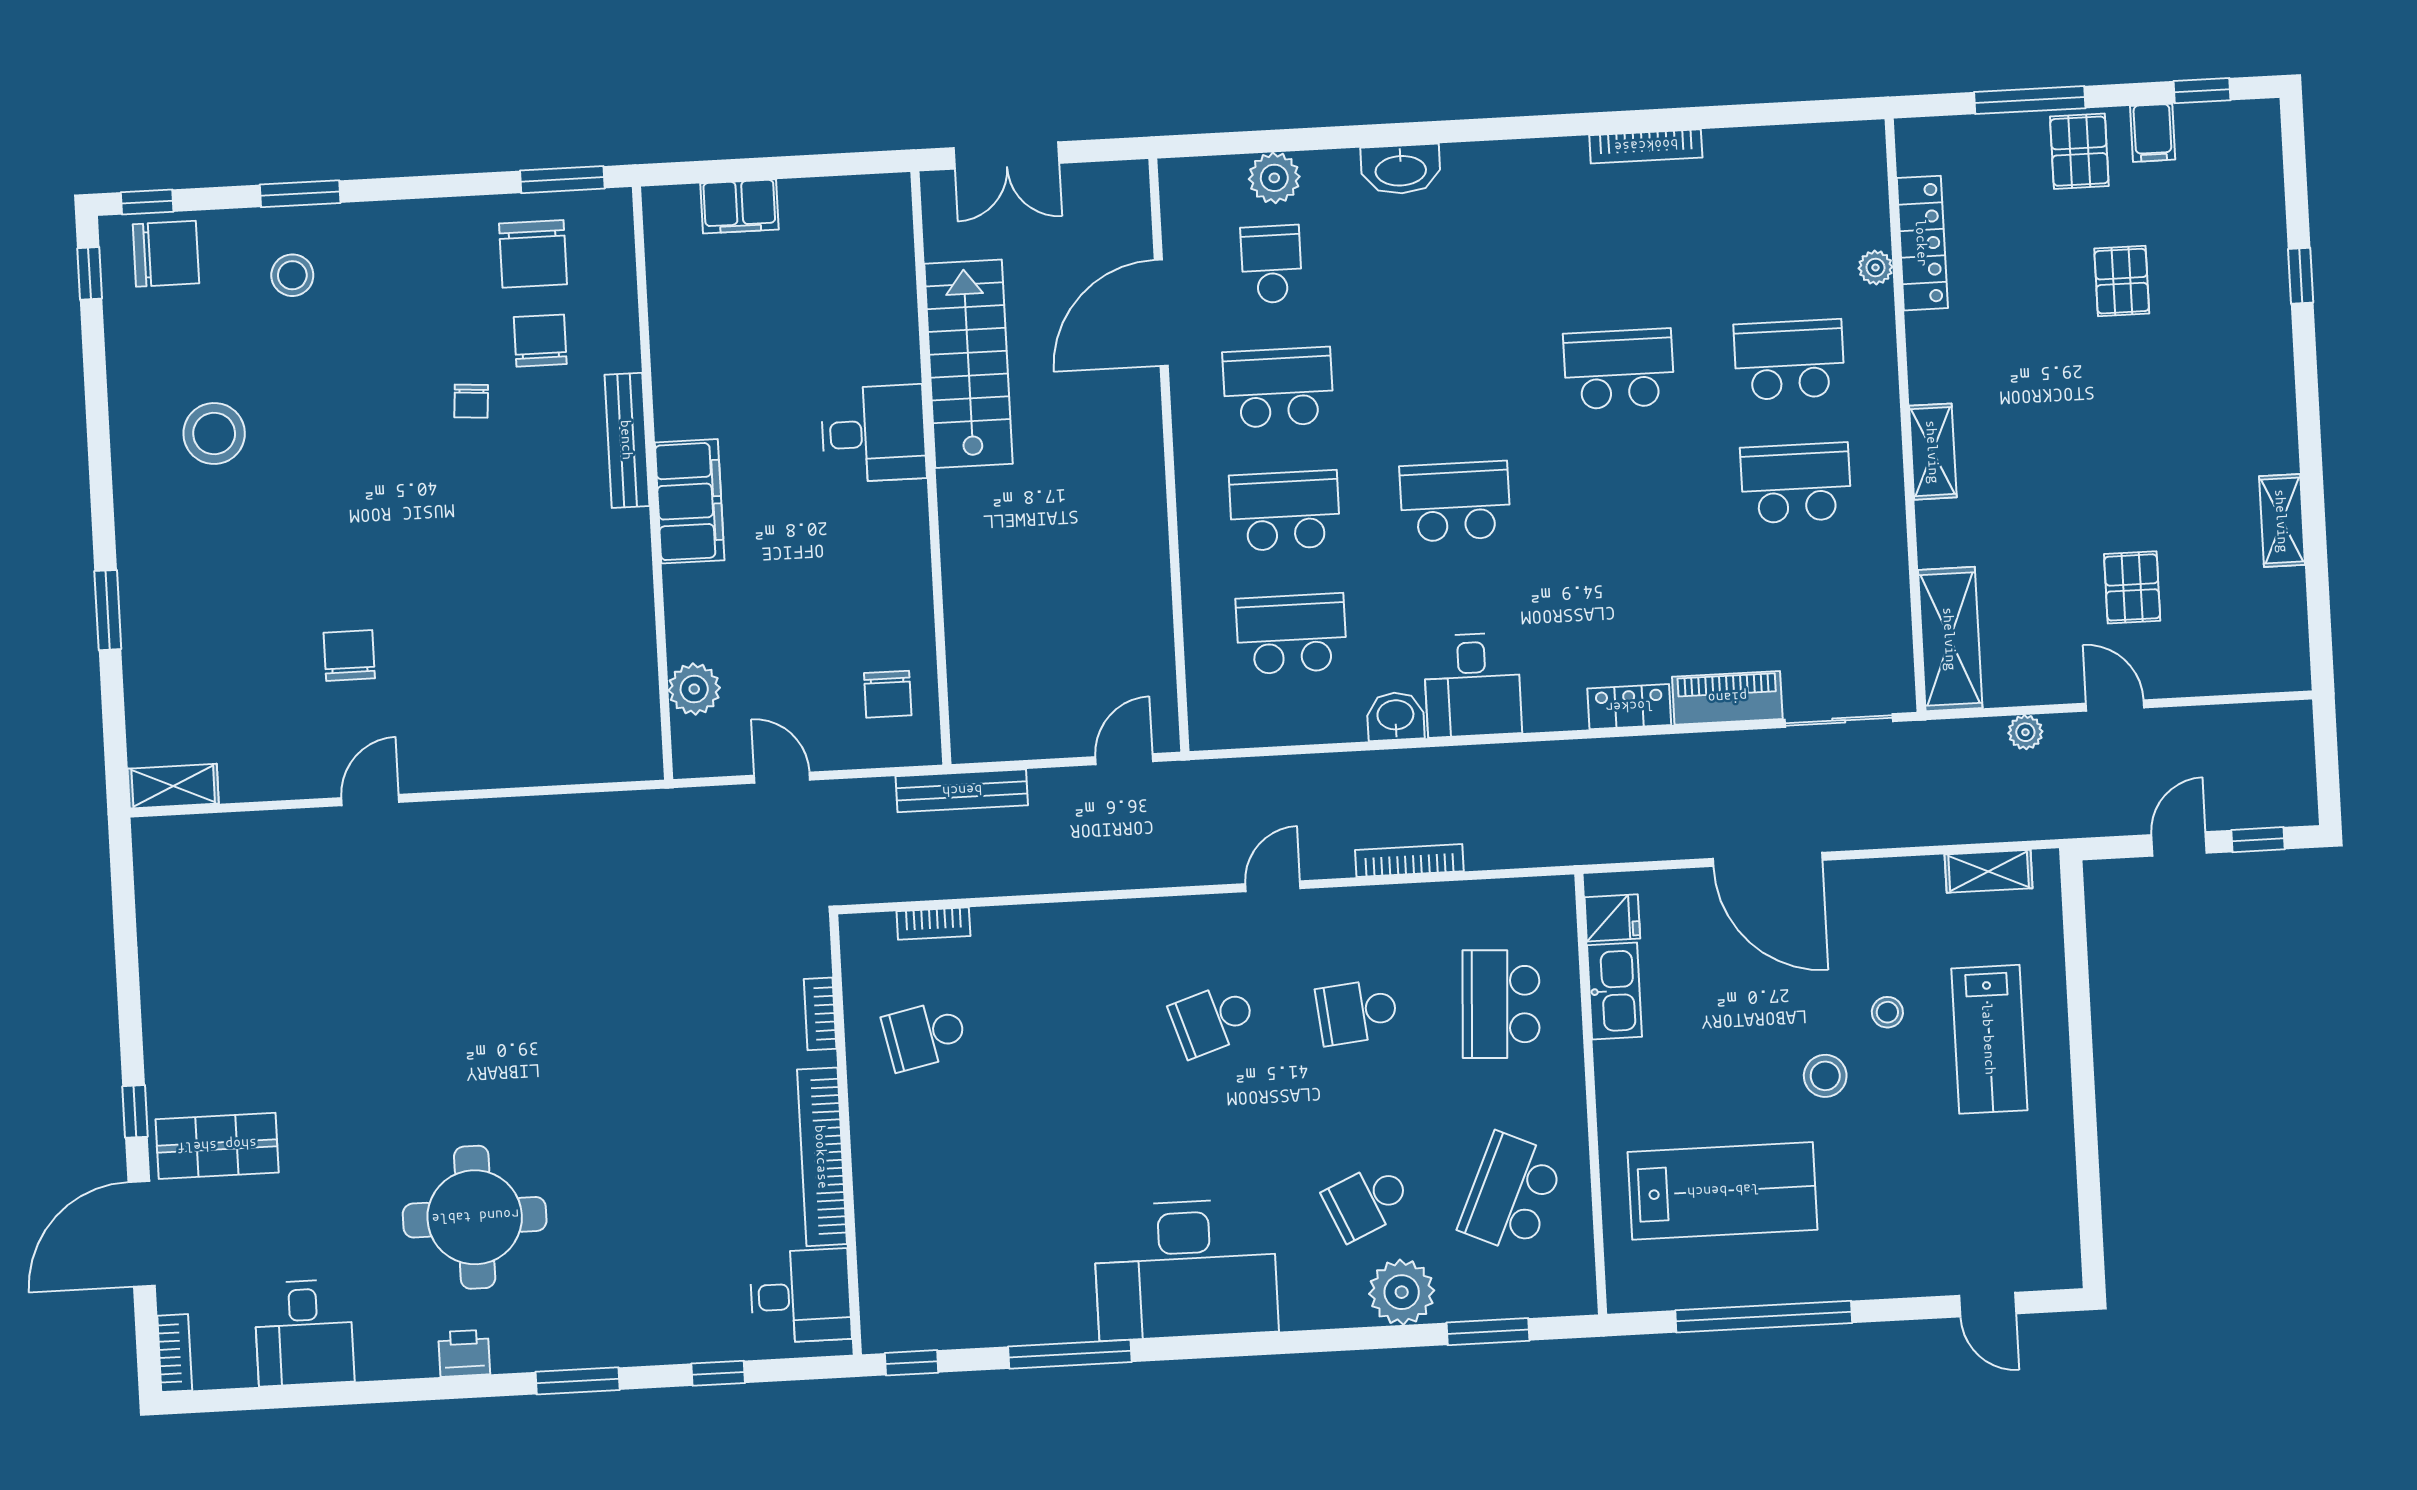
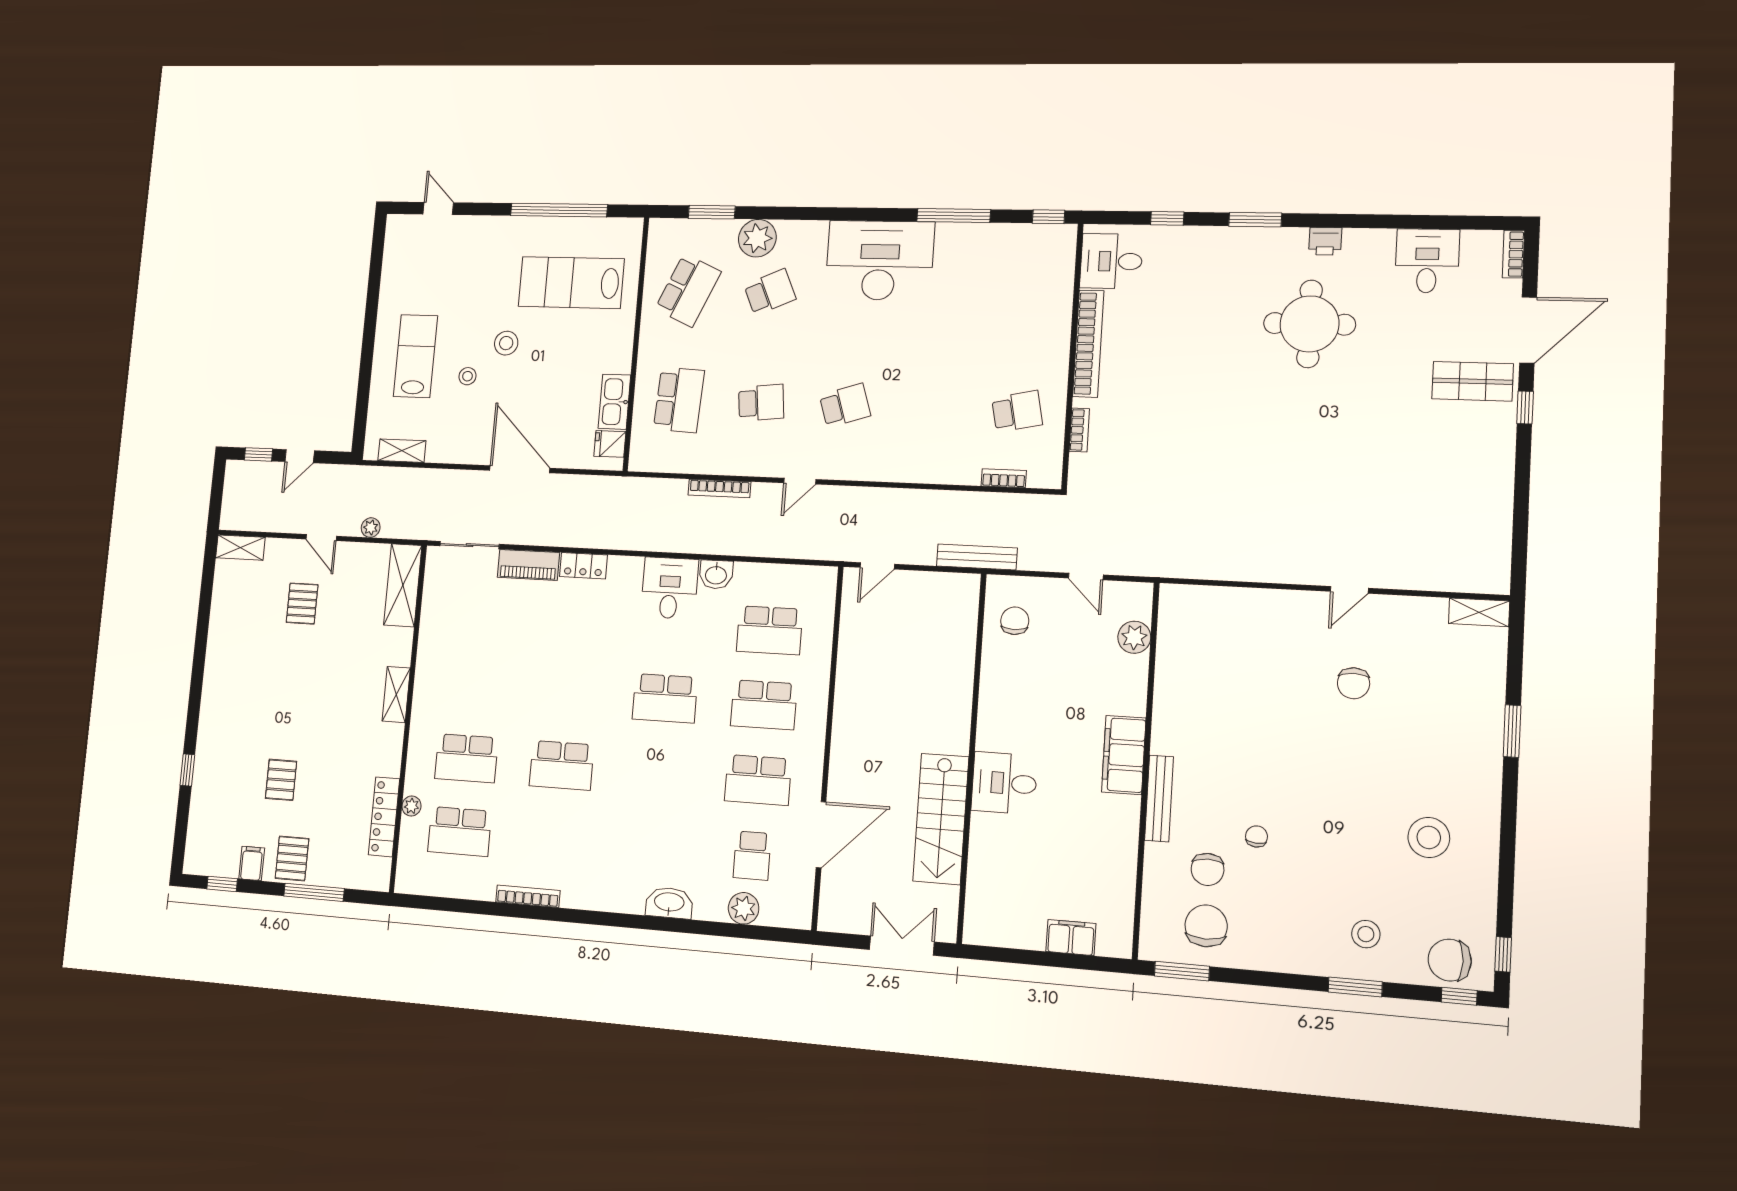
school desk: (1796, 483) -> (460, 831), moved
shelving: (2282, 521) -> (240, 548), moved, turned 90

